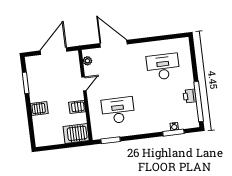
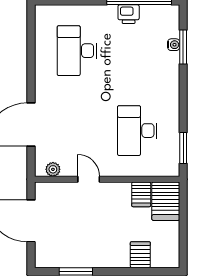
server rack: (77, 107) -> (141, 194), moved
server rack: (39, 108) -> (140, 255), moved

